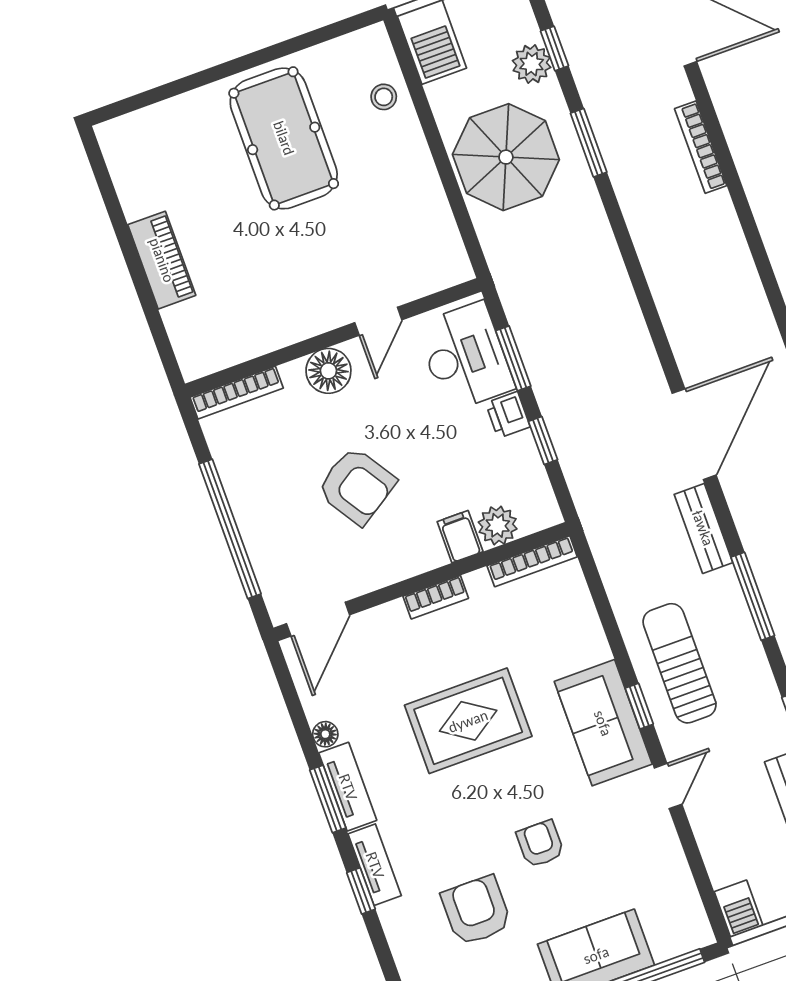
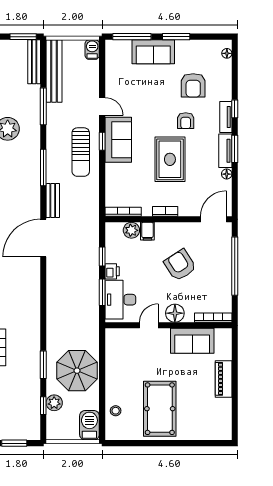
sofa: (266, 322) -> (192, 341), added
rug: (468, 721) -> (170, 159), turned 90
door: (668, 786) -> (102, 106), swing flipped
armchair: (540, 844) -> (186, 121), moved

